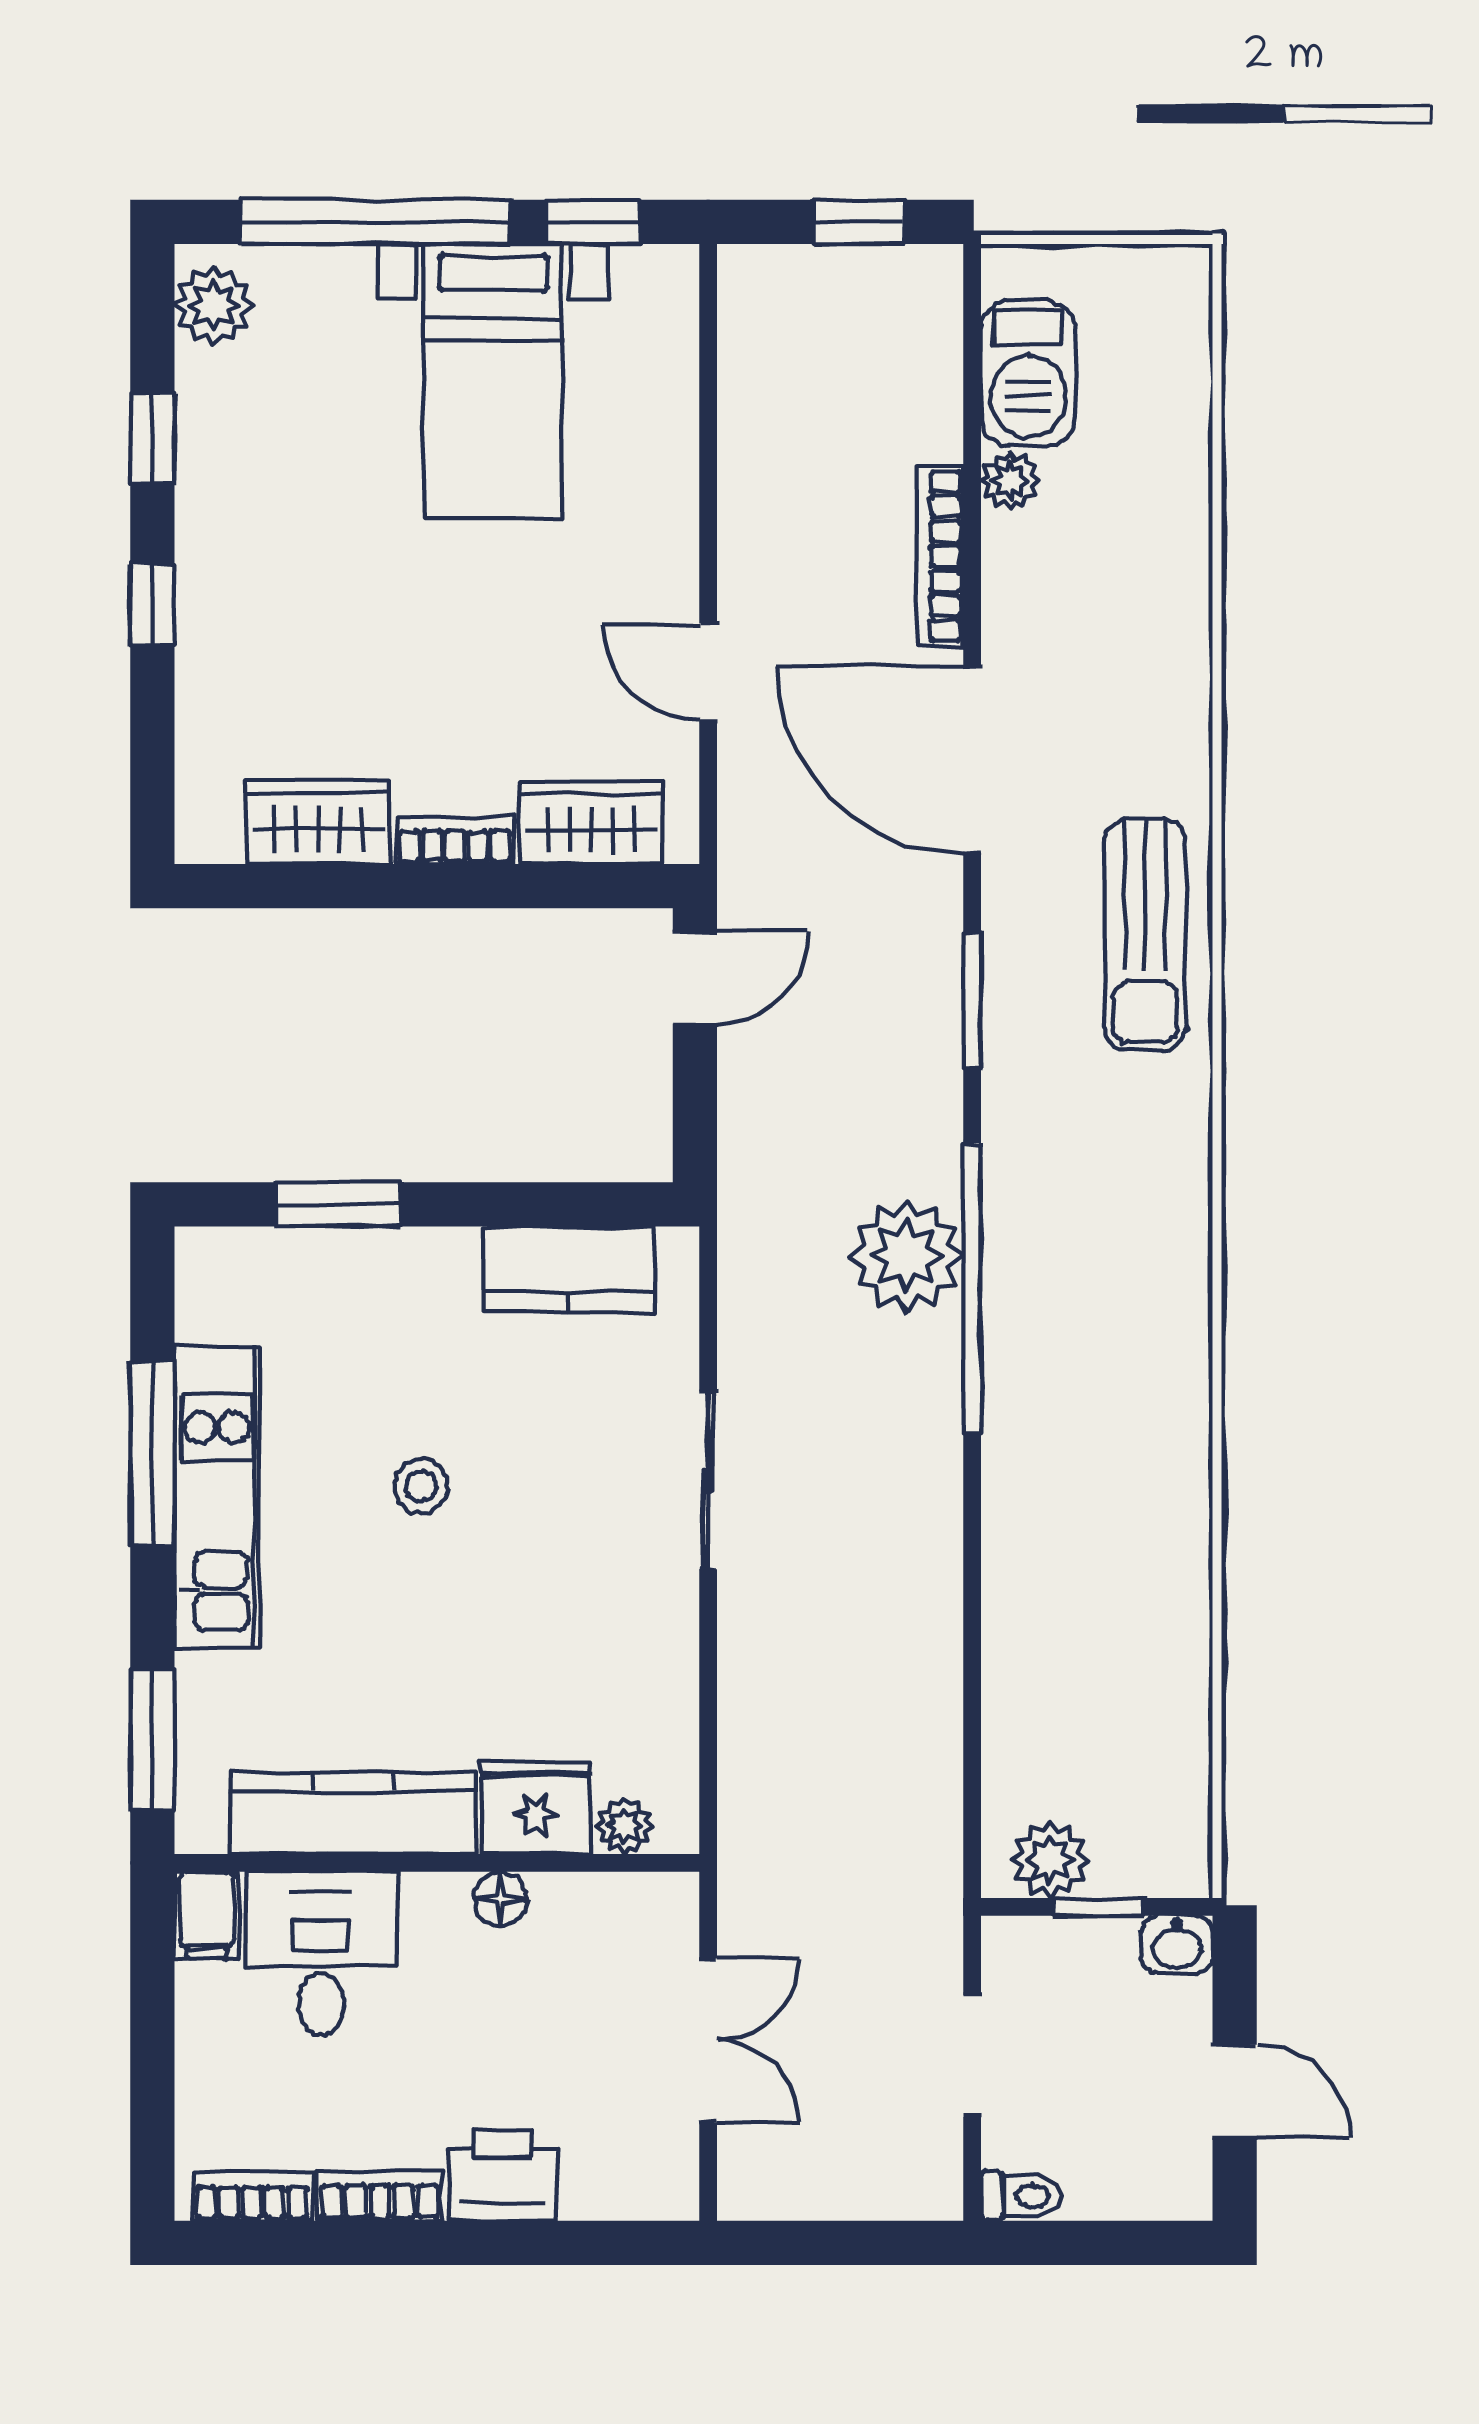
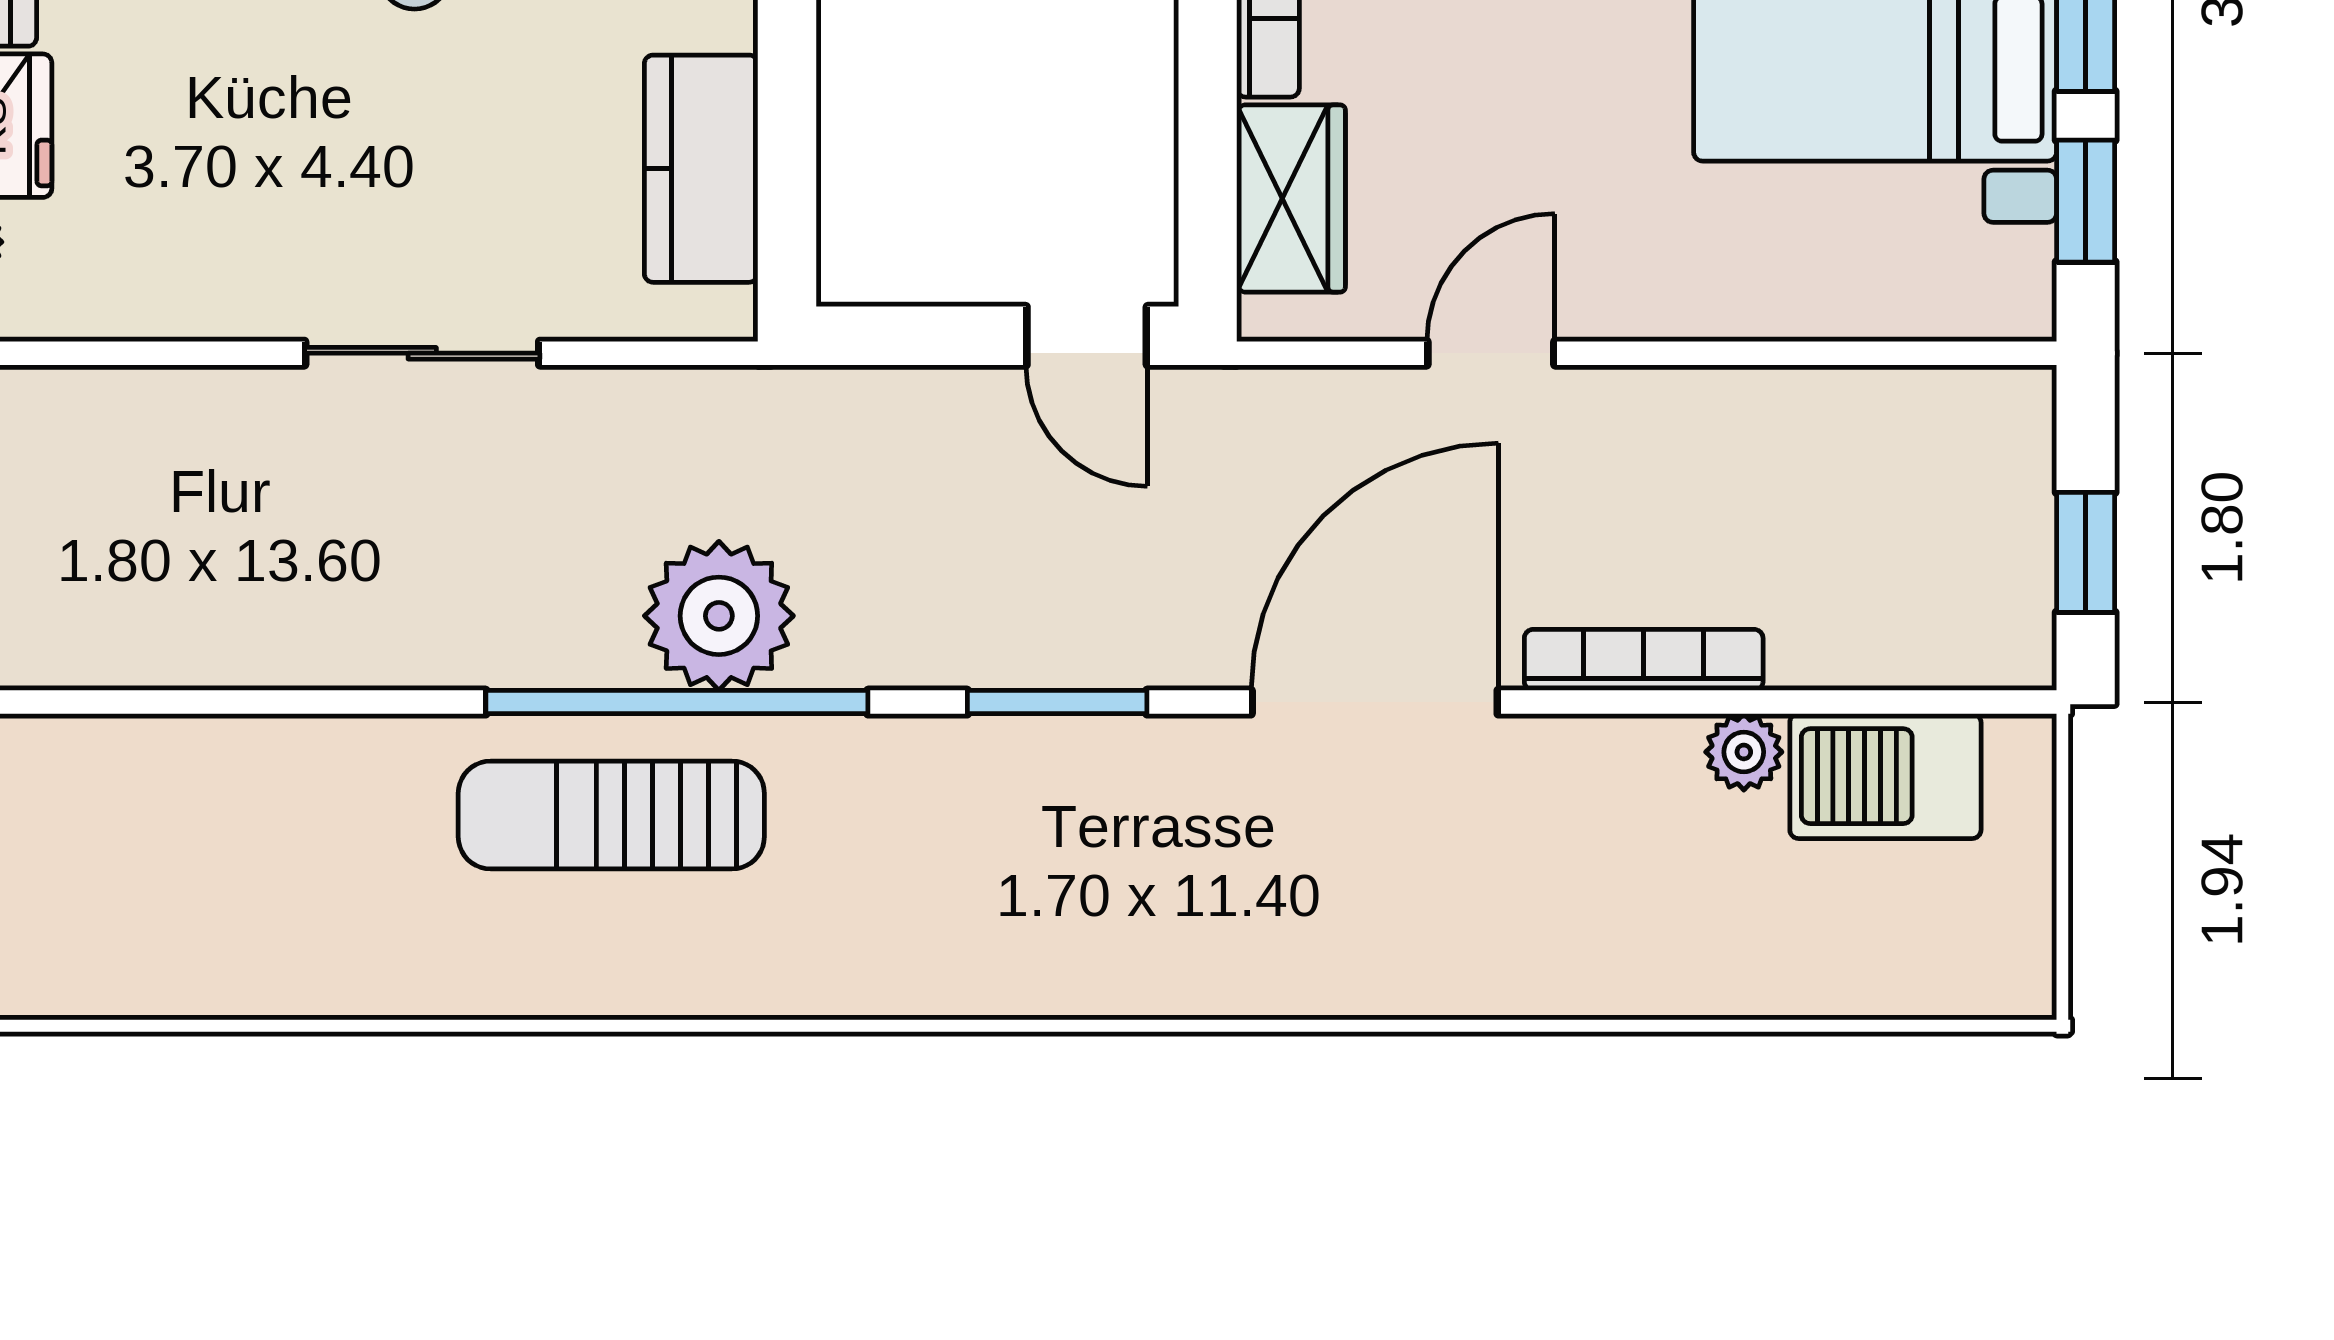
sun lounger: (1145, 934) -> (611, 815), moved

